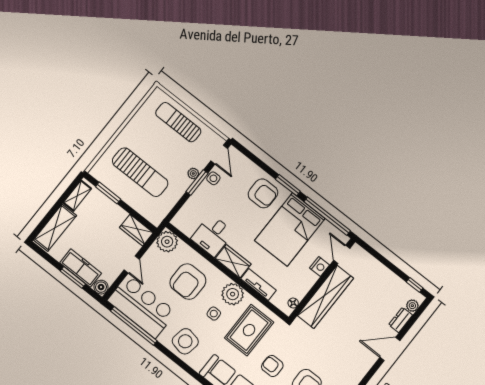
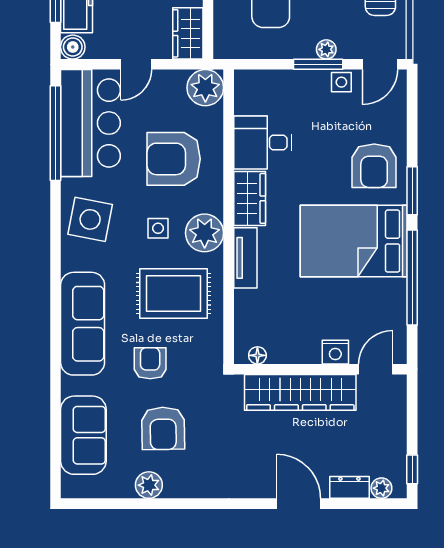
door: (342, 254) -> (376, 369), moved
nightstand: (320, 266) -> (335, 352), moved
wall: (322, 279) -> (320, 369), moved
wardrobe: (325, 297) -> (300, 392), moved
floor lamp: (293, 303) -> (257, 355), moved

